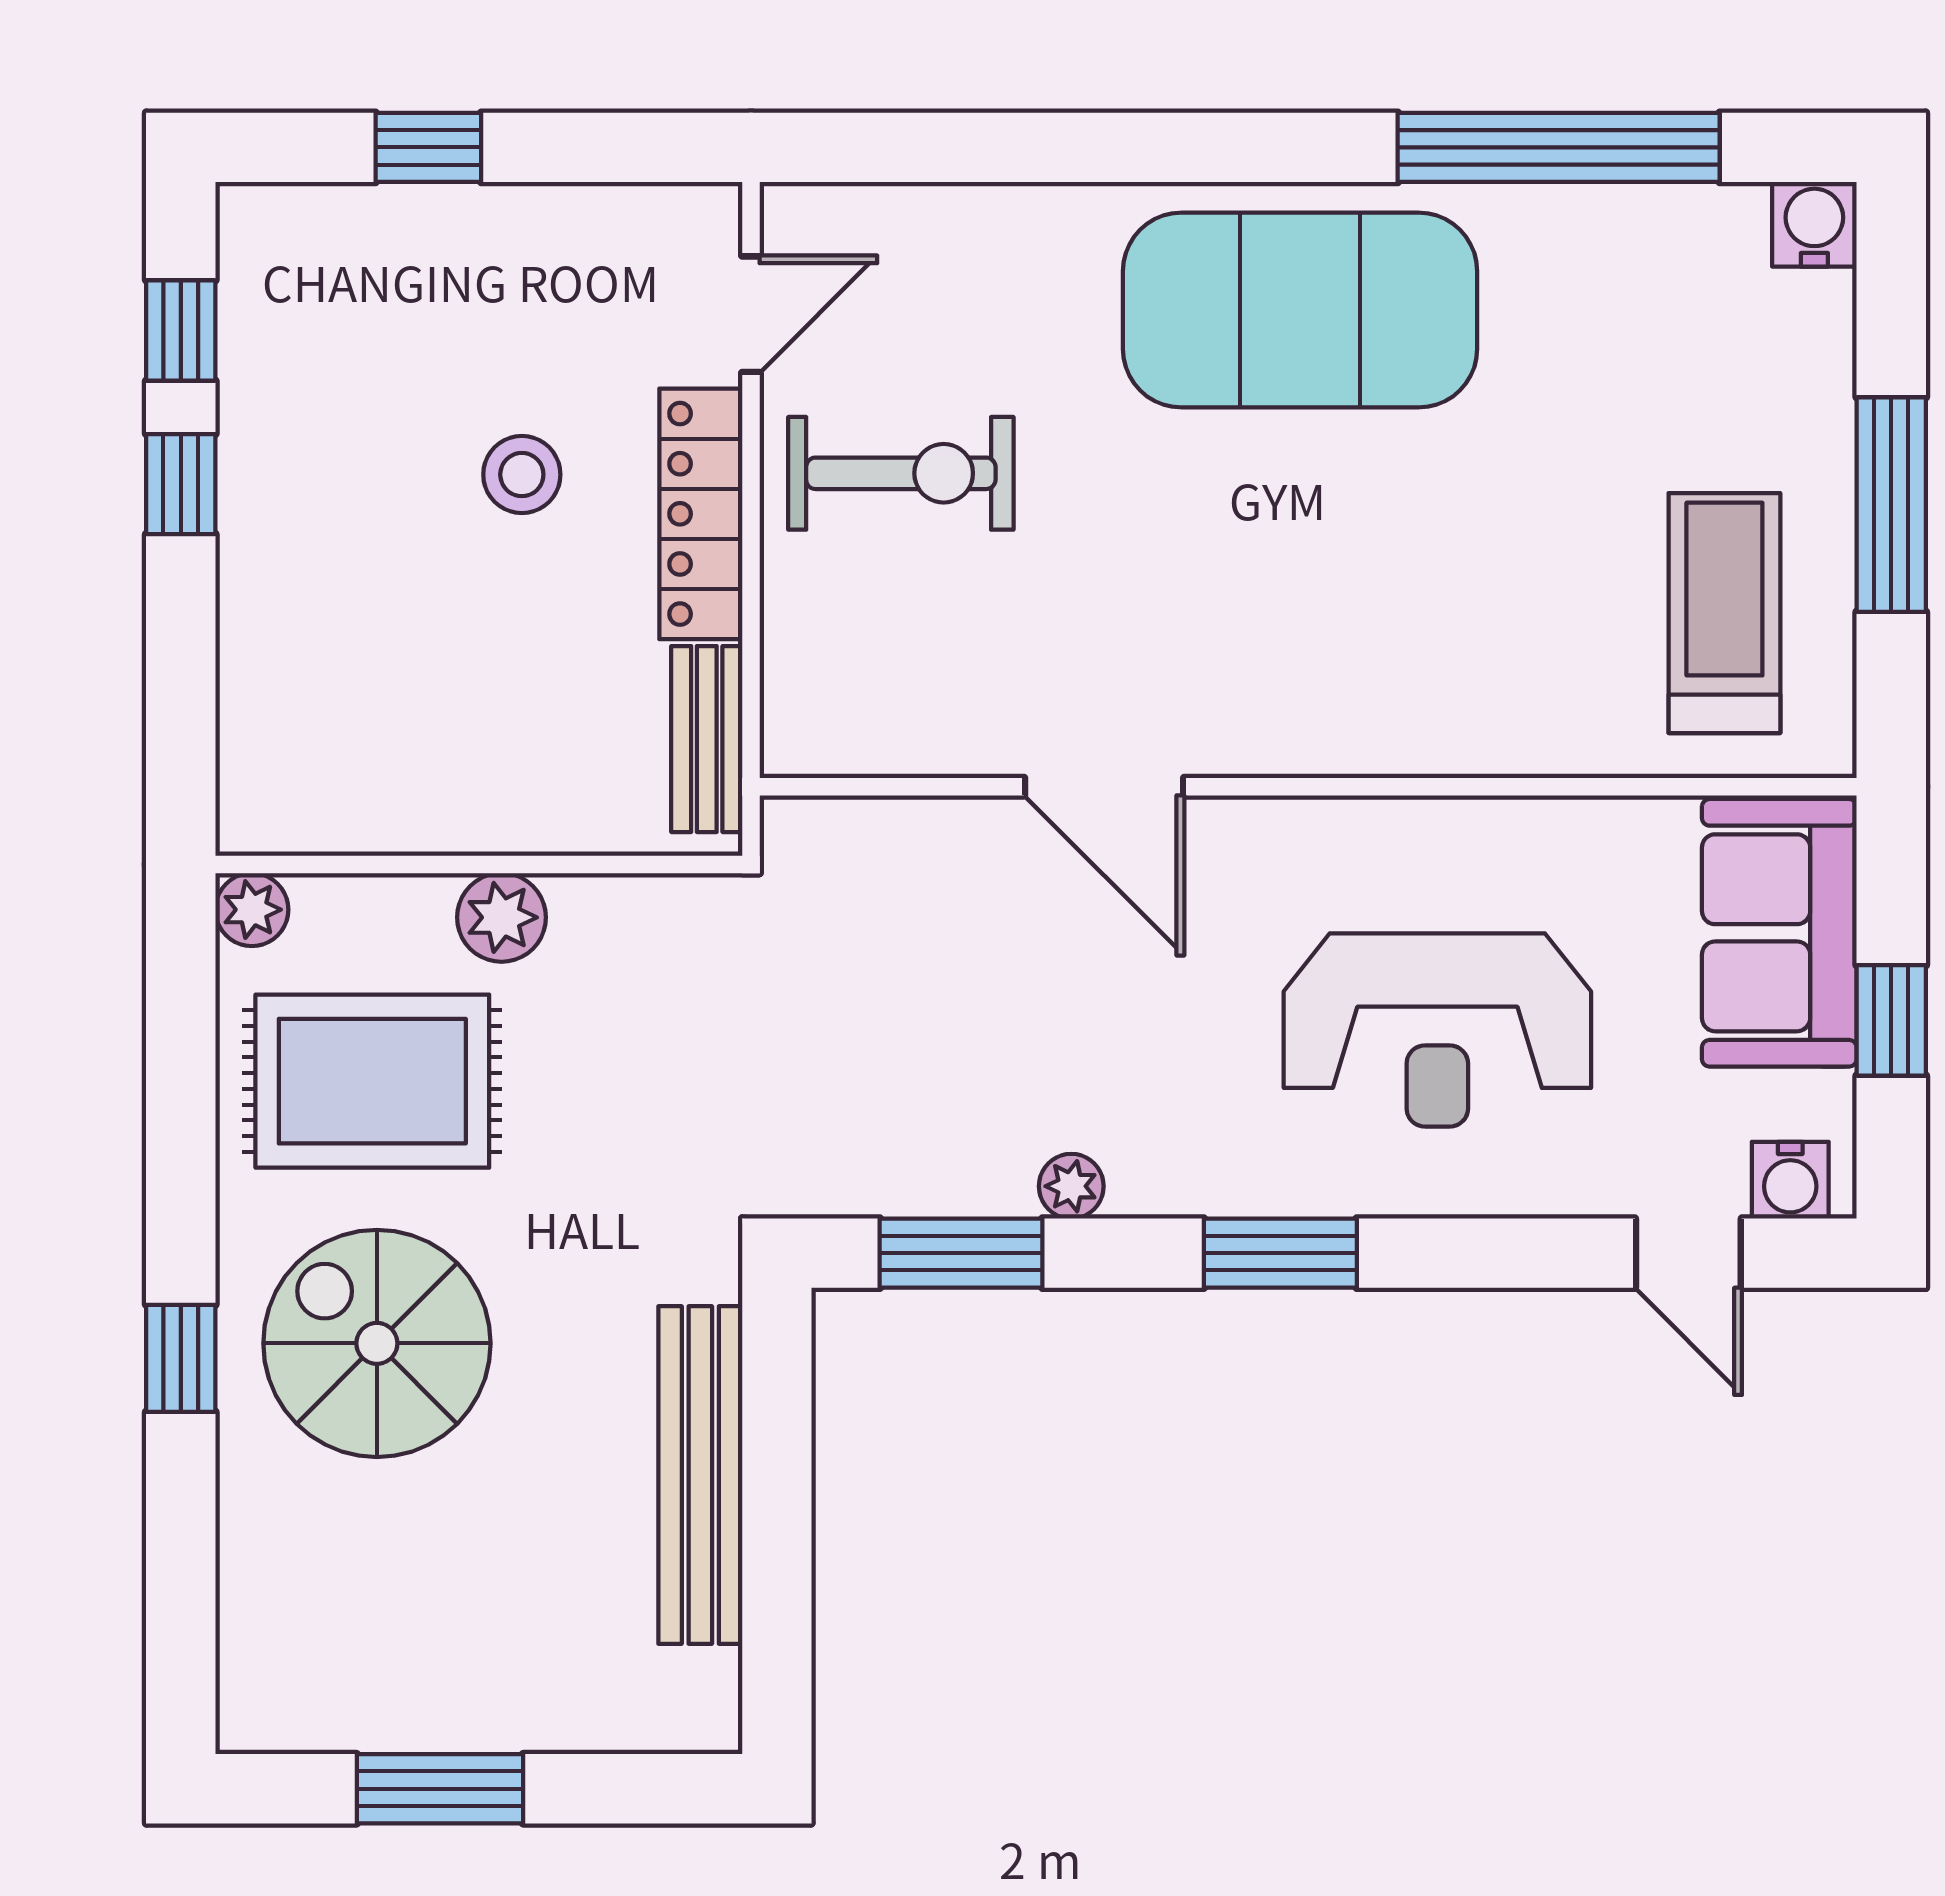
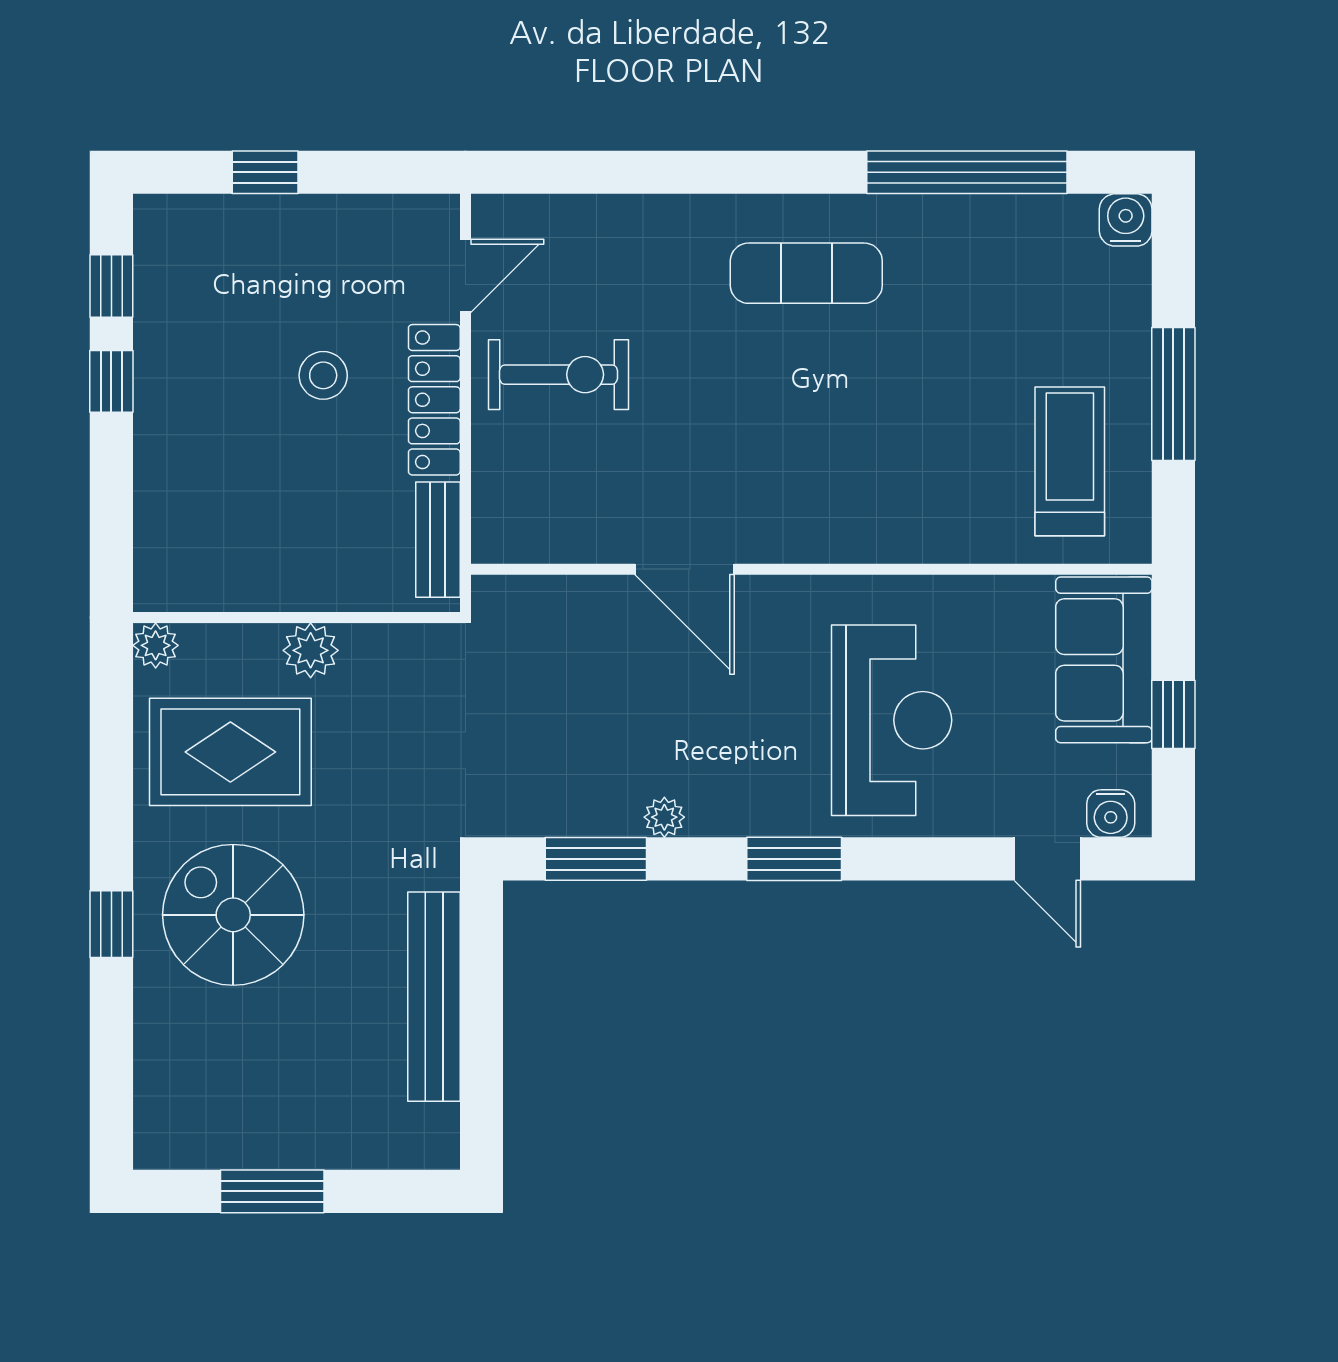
exercise mat: (1300, 310) -> (806, 273), width x0.50, depth x0.69
reception desk: (1437, 1030) -> (892, 720), turned -90

